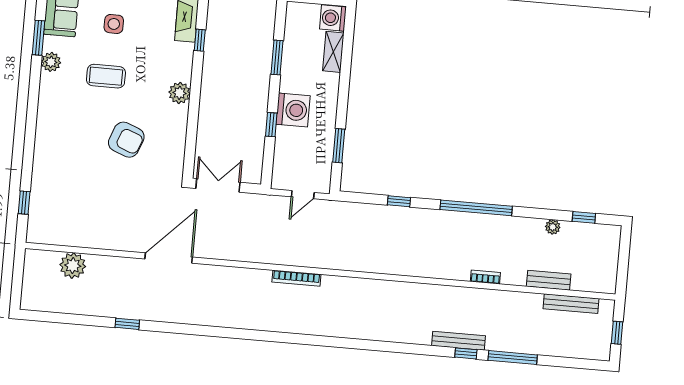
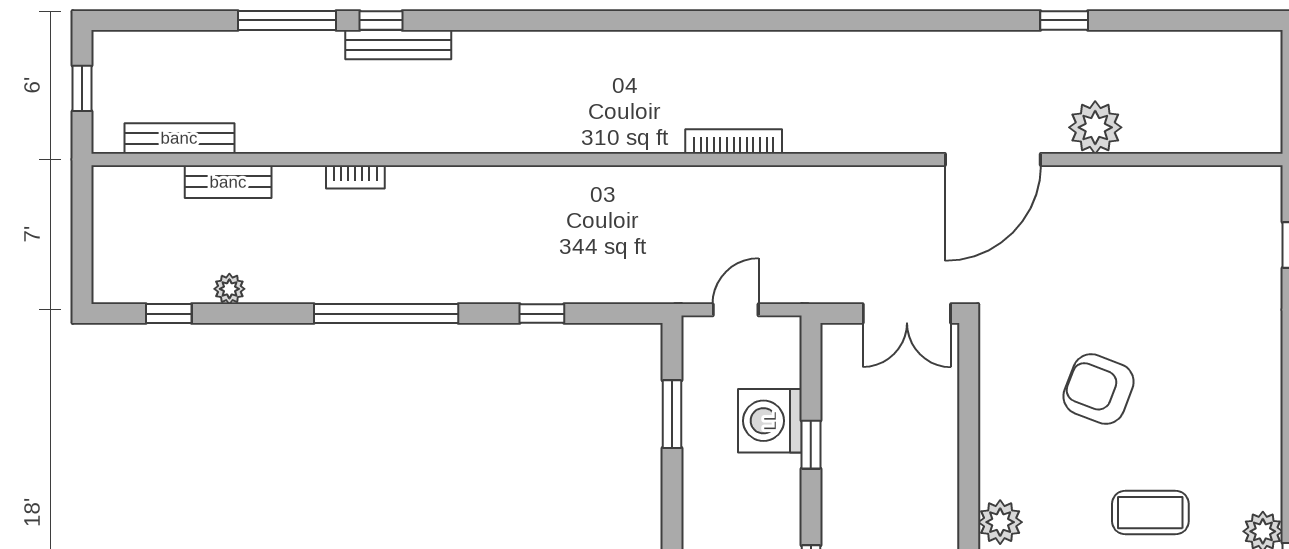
plant: (180, 93) -> (1000, 522), moved
washing machine: (293, 110) -> (770, 421), moved
plant: (73, 266) -> (1095, 127), moved

